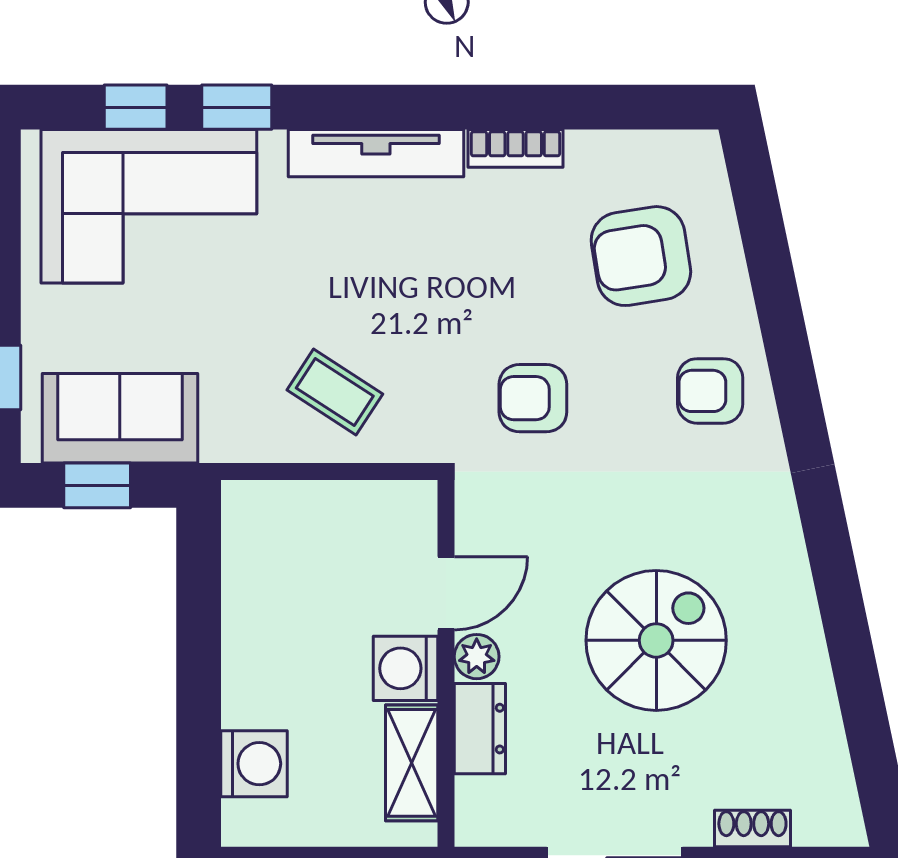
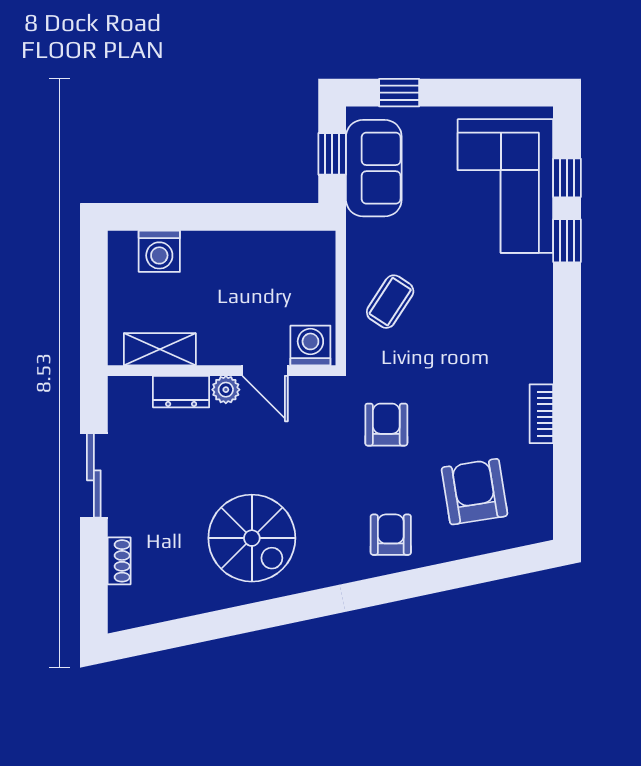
tv unit: (376, 153) -> (538, 327), removed
spiral stairs: (656, 640) -> (252, 538), moved
washing machine: (406, 668) -> (310, 345), moved

